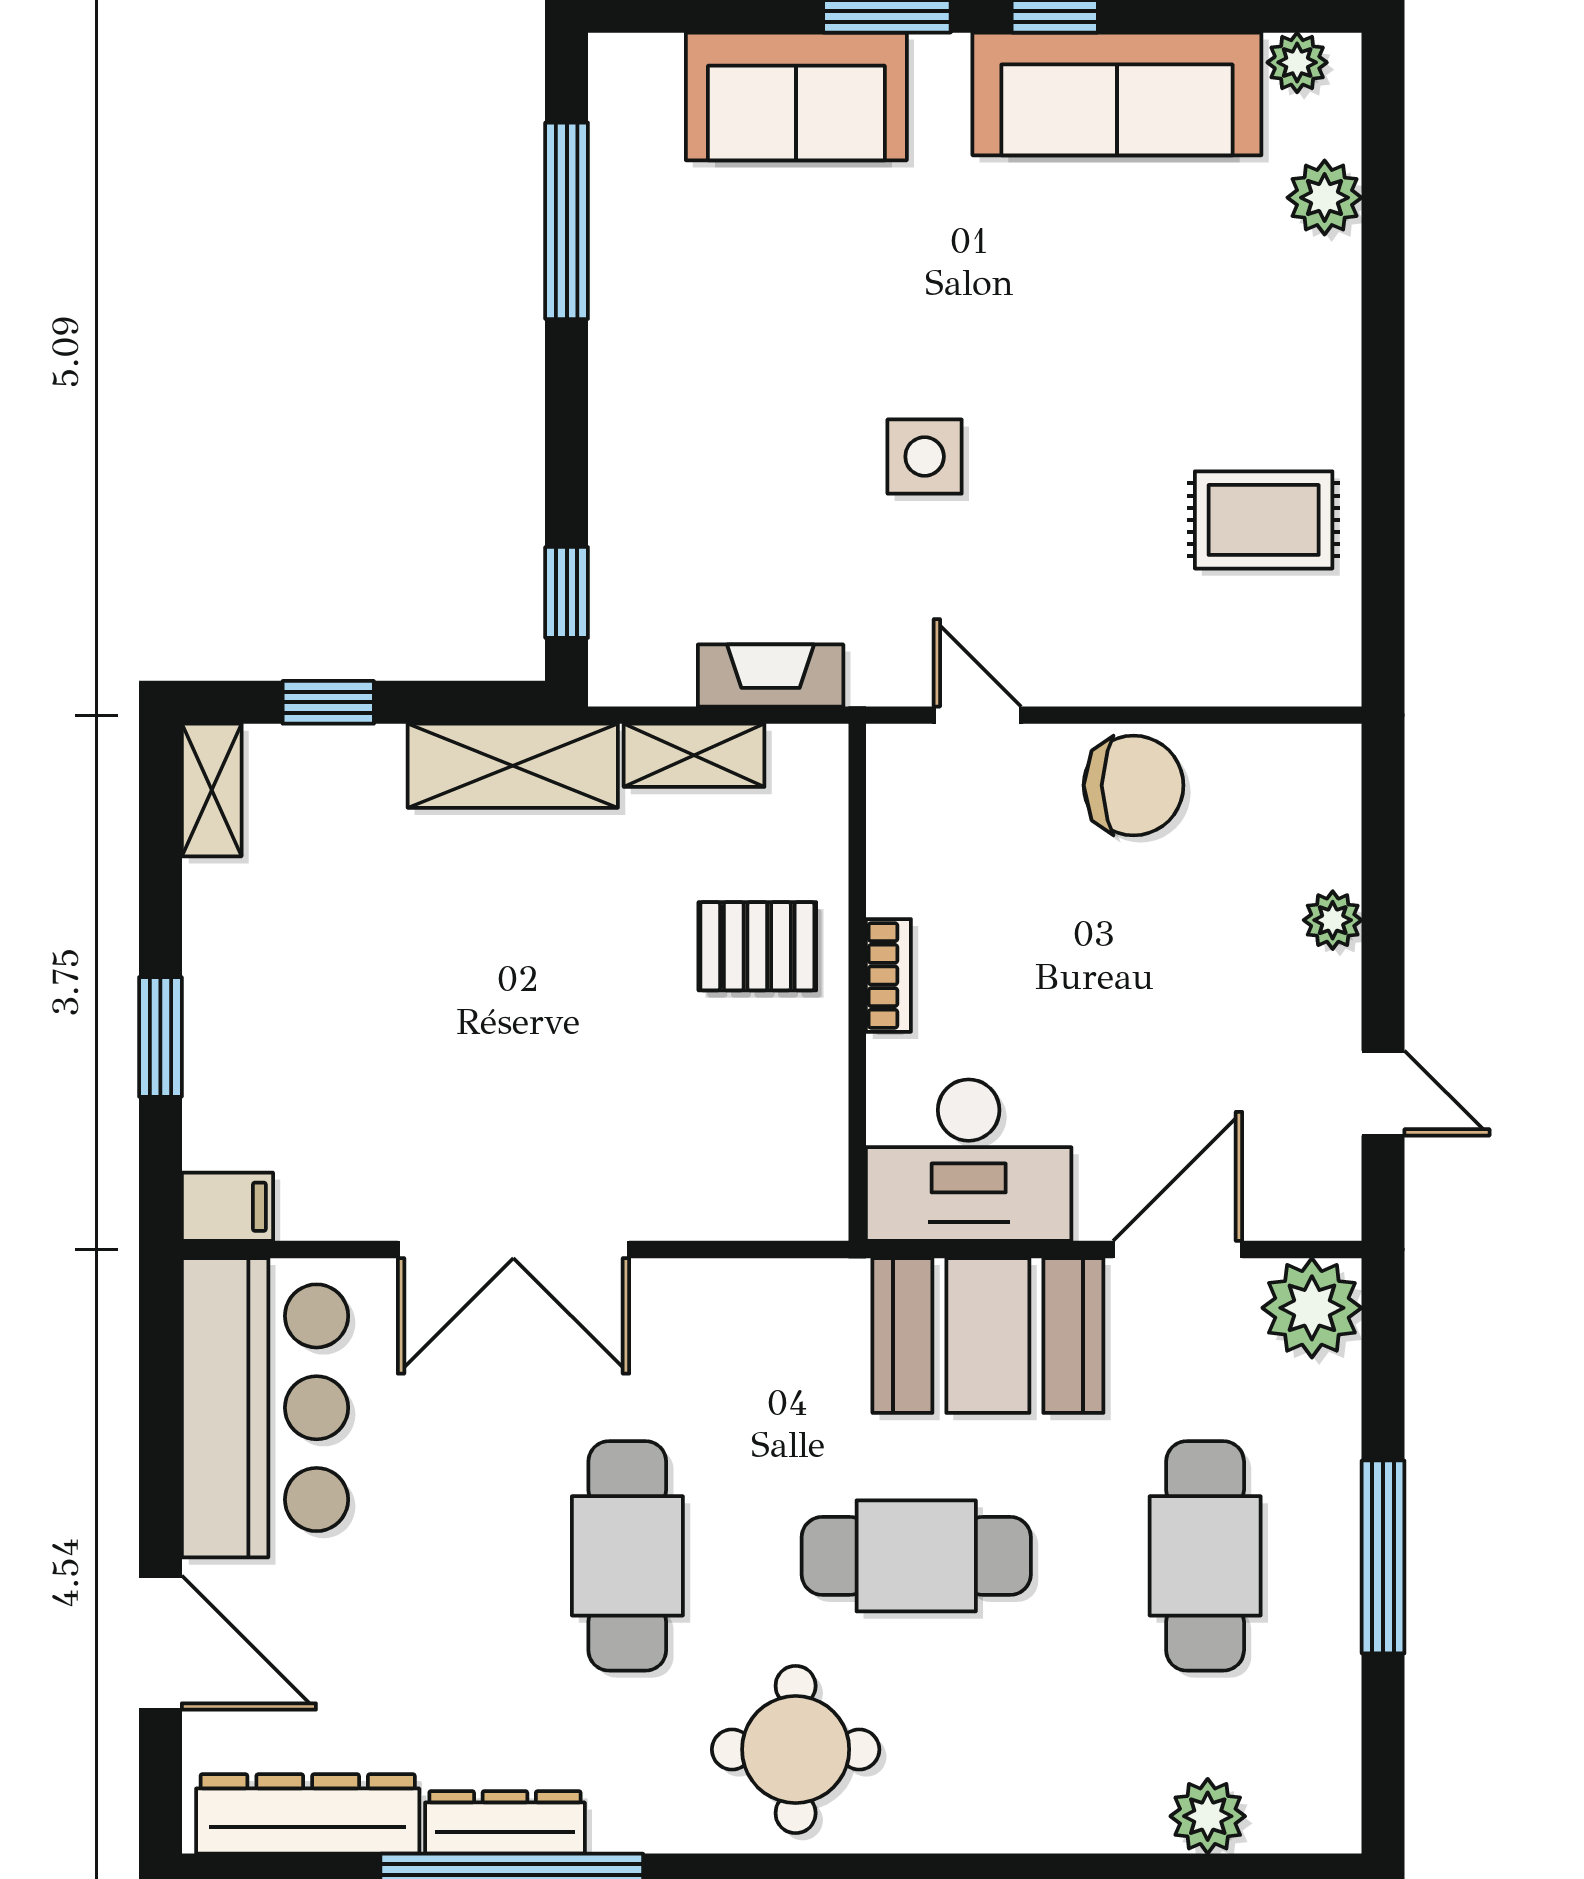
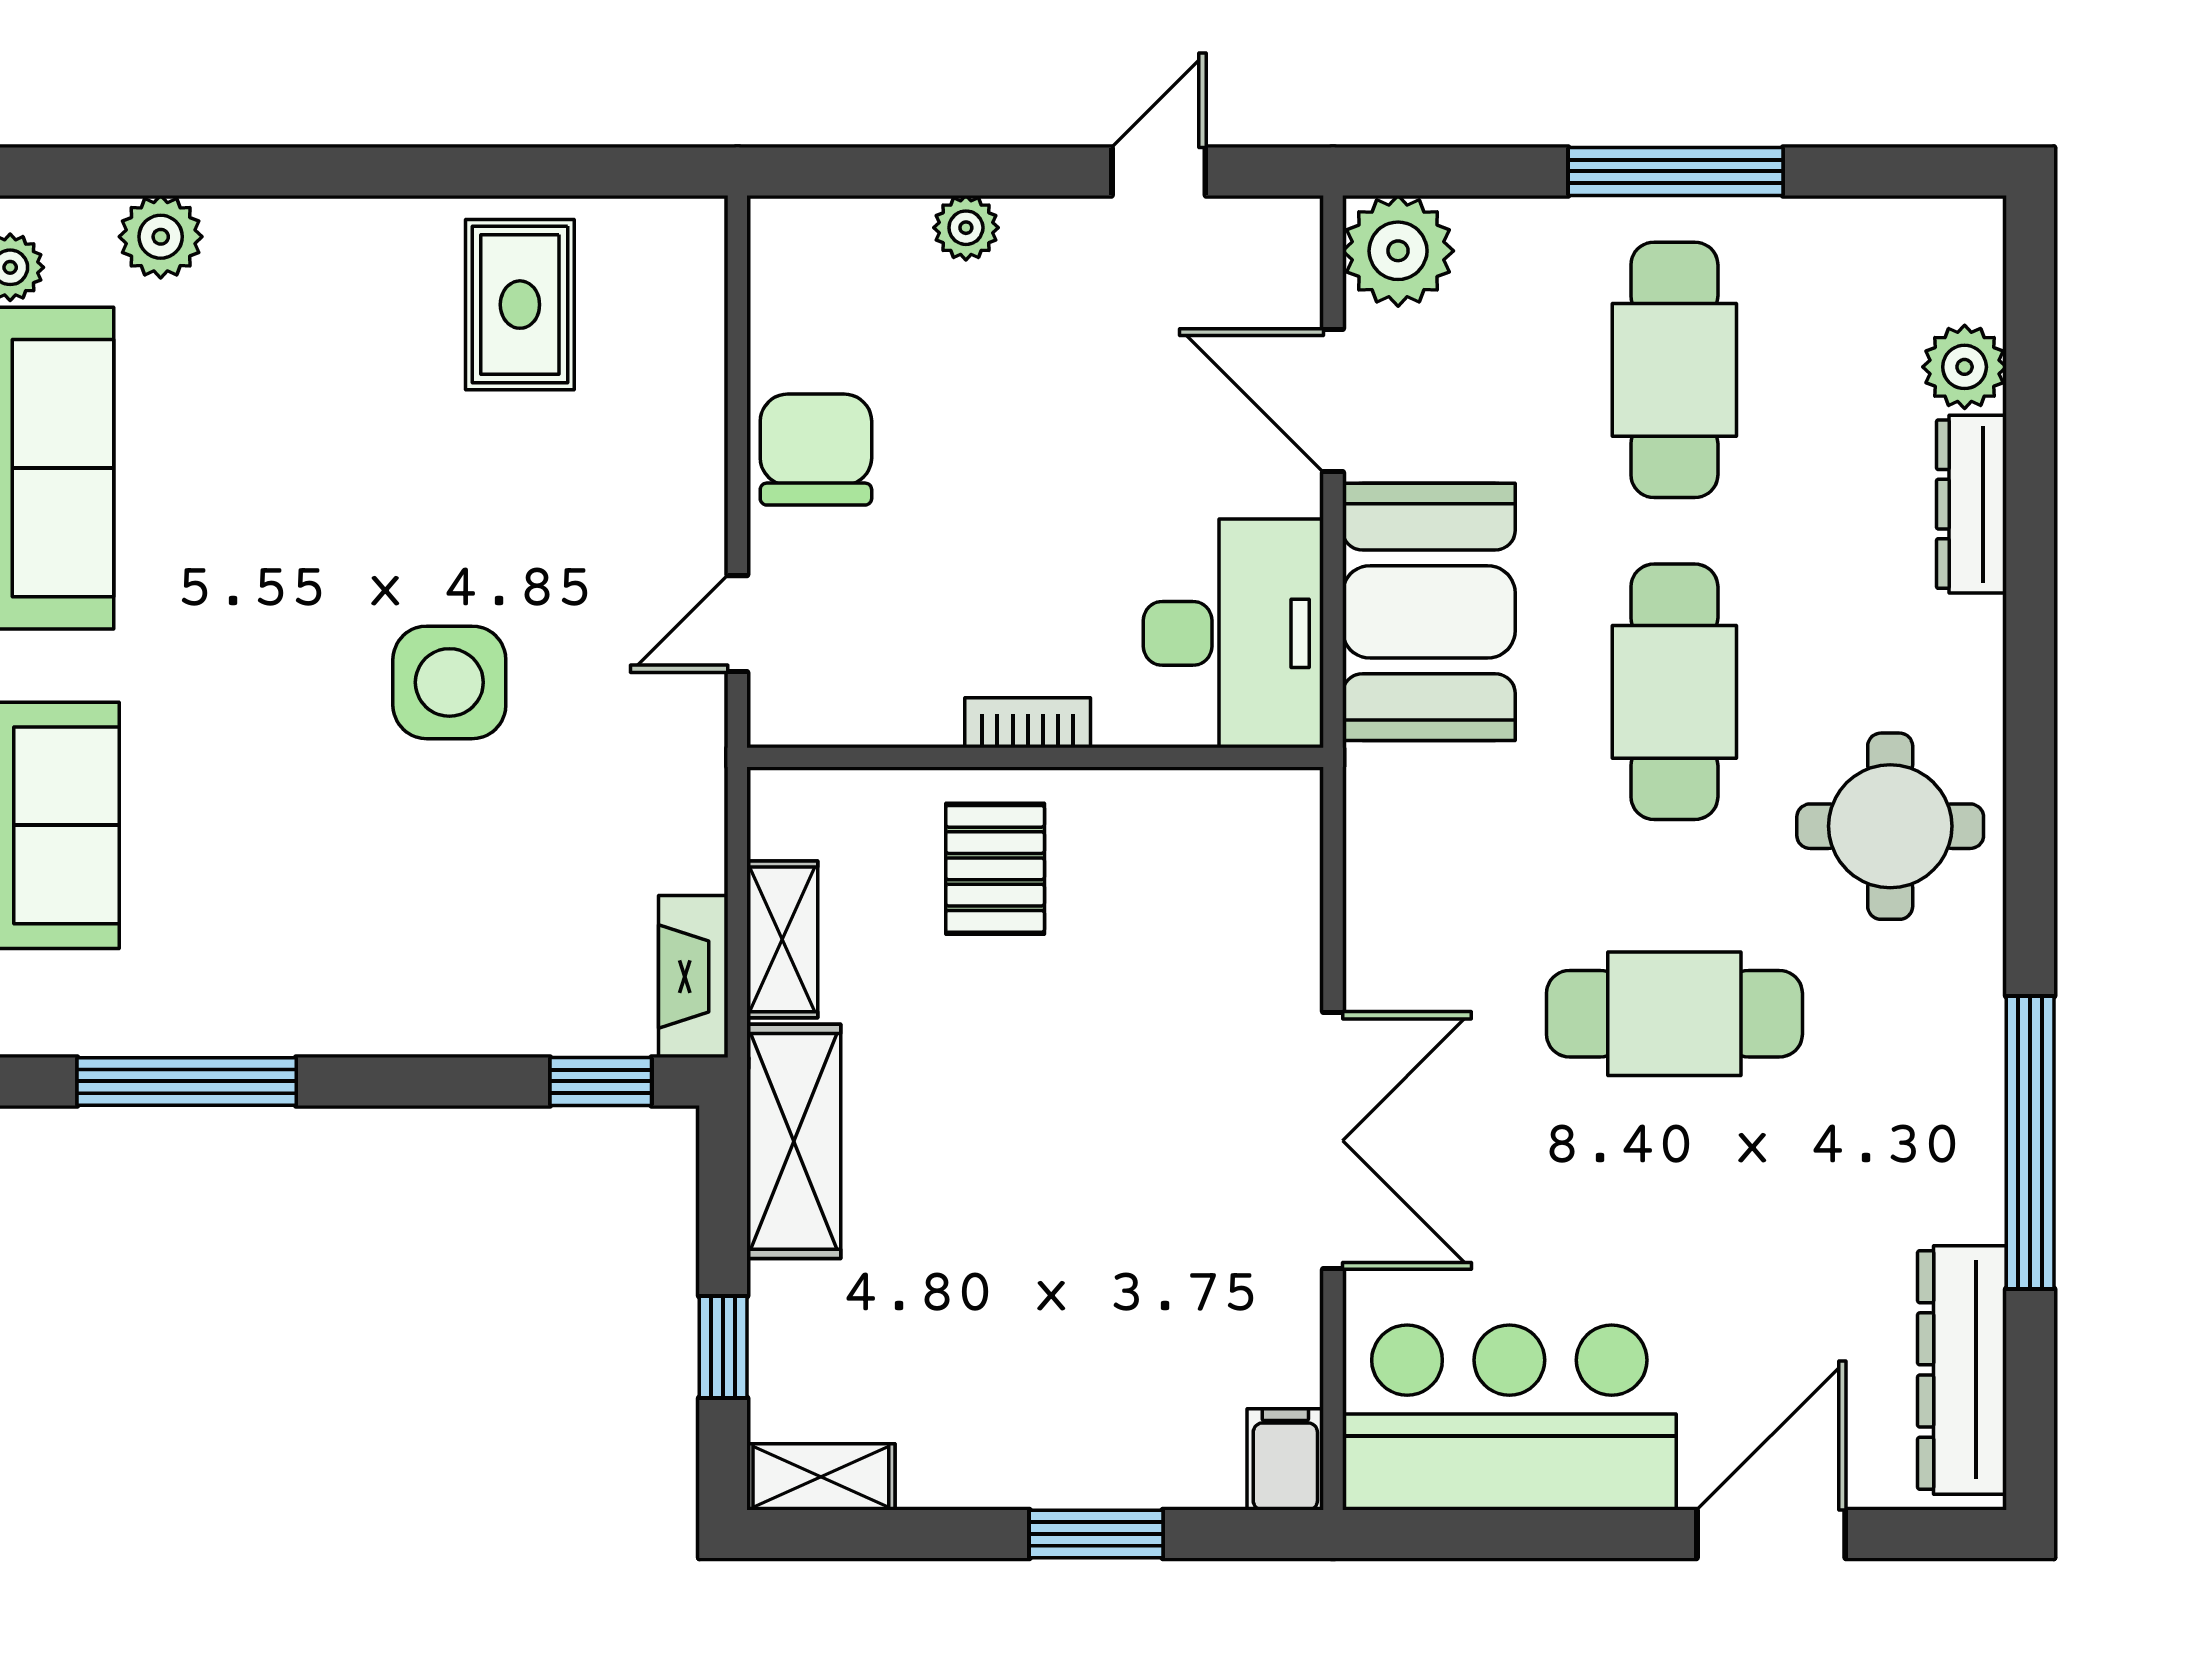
side table: (925, 457) -> (449, 682), width x1.37, depth x1.37
fireplace: (771, 675) -> (693, 977), moved
cafe table: (1205, 1556) -> (1674, 370), turned 90
dresser: (505, 1822) -> (1971, 504), moved

